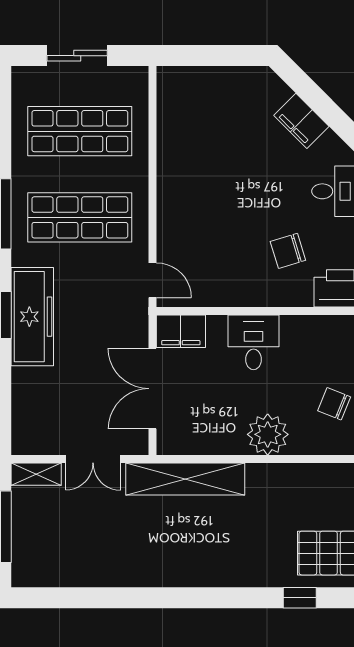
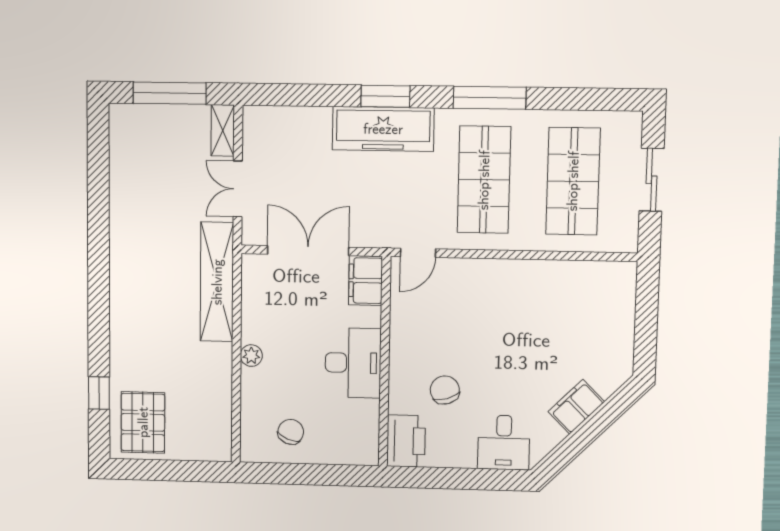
desk: (254, 342) -> (353, 363), width x1.37
plant: (268, 434) -> (251, 356), width x0.53, depth x0.53

